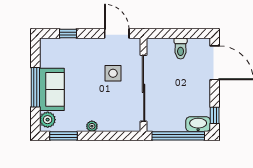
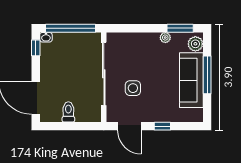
window: (68, 33) -> (162, 126), moved
sofa: (52, 89) -> (191, 80), width x1.36
washbasin: (198, 124) -> (46, 37), width x0.52, depth x0.69
plant: (92, 126) -> (165, 38), moved

